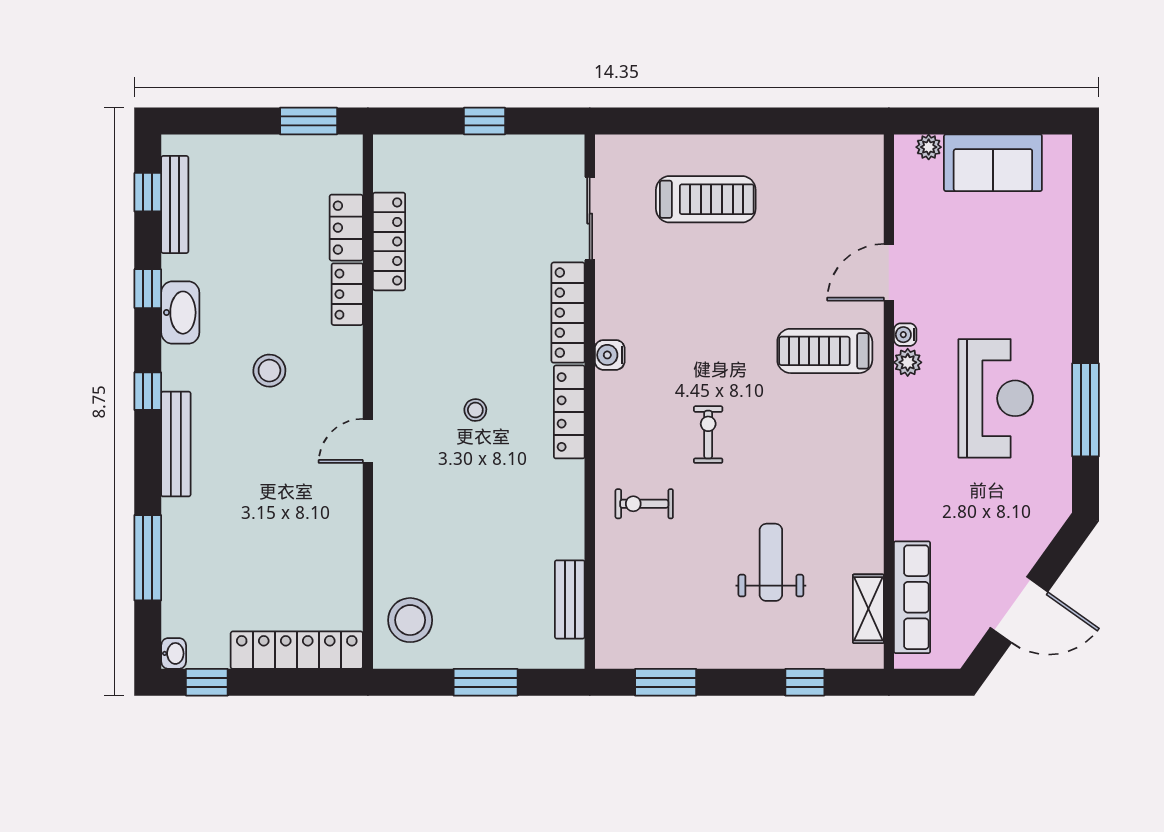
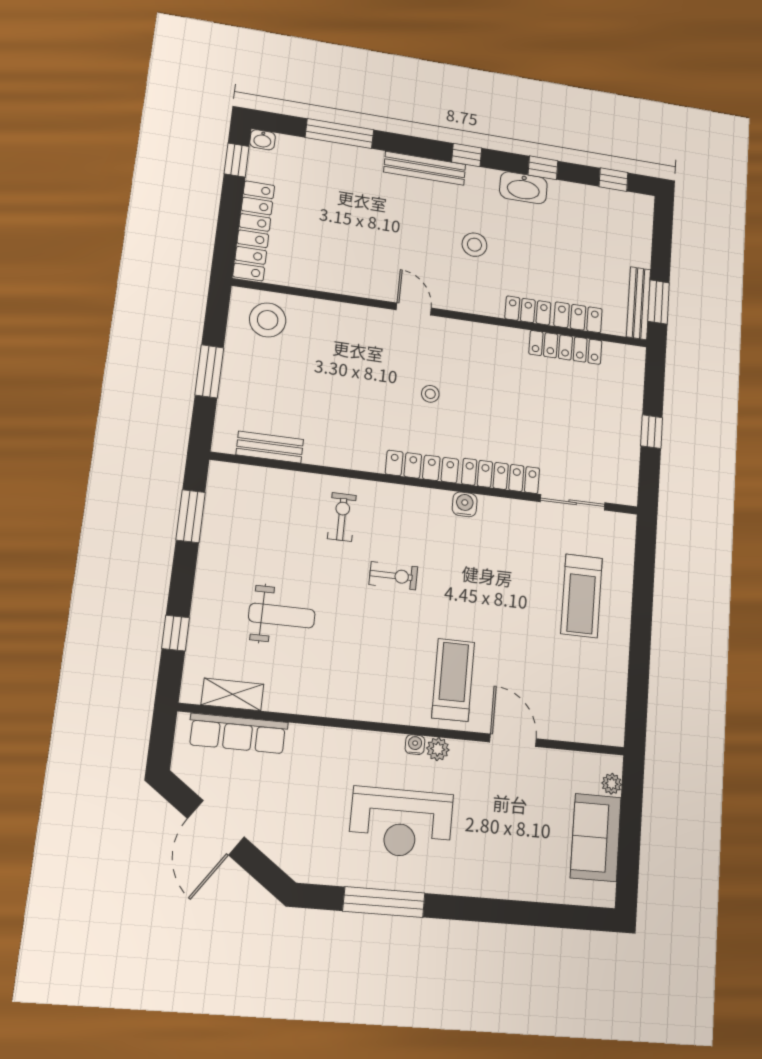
bench: (175, 204) -> (639, 303), moved, turned 90
water cooler: (905, 335) -> (415, 745), moved

